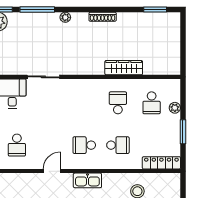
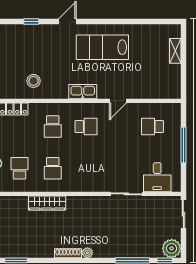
plant: (65, 17) -> (87, 253), moved
school desk: (17, 145) -> (153, 126), turned -90
school desk: (118, 145) -> (53, 126), turned -90

